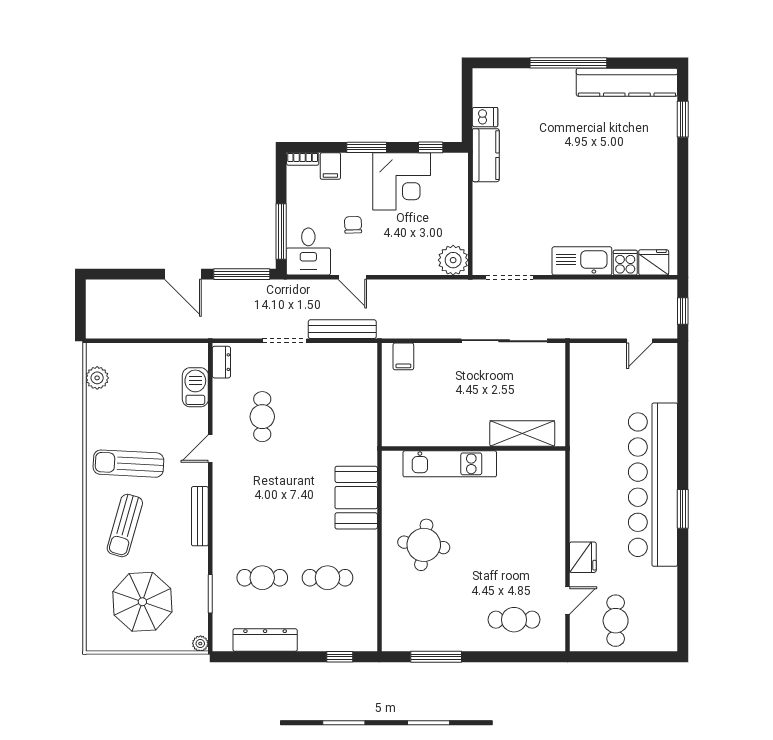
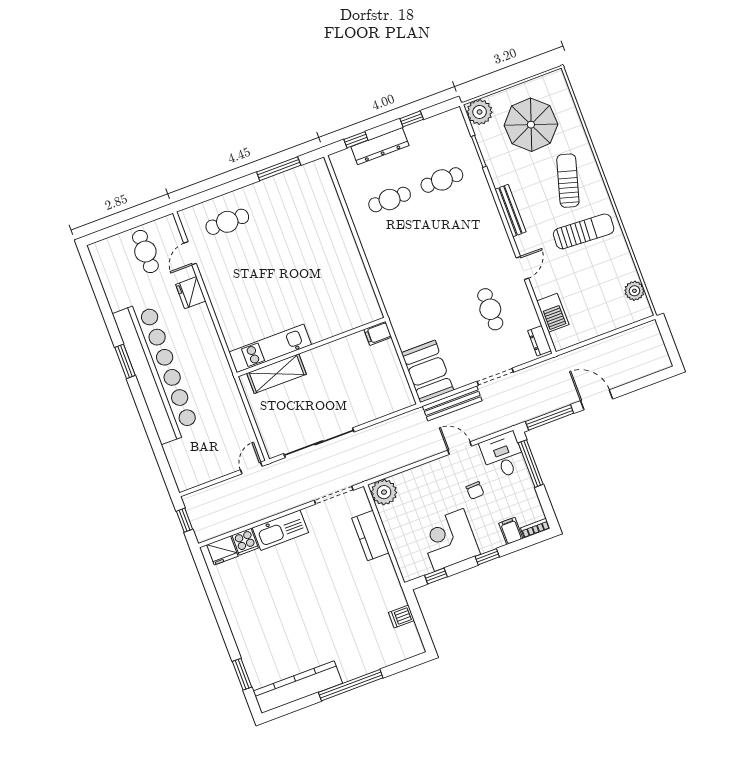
window: (367, 147) -> (487, 557), width x0.67
kitchen counter: (486, 155) -> (370, 536), moved
door: (639, 341) -> (251, 468), moved
filing cabinet: (403, 356) -> (378, 333), moved, turned -90
kitchen unit: (450, 464) -> (270, 348), moved
booth: (356, 498) -> (428, 371), moved
round table: (424, 545) -> (322, 255), removed
dresser: (265, 640) -> (380, 146), moved
plant: (200, 644) -> (480, 112), width x1.88, depth x1.88
window: (270, 657) -> (412, 119), added

